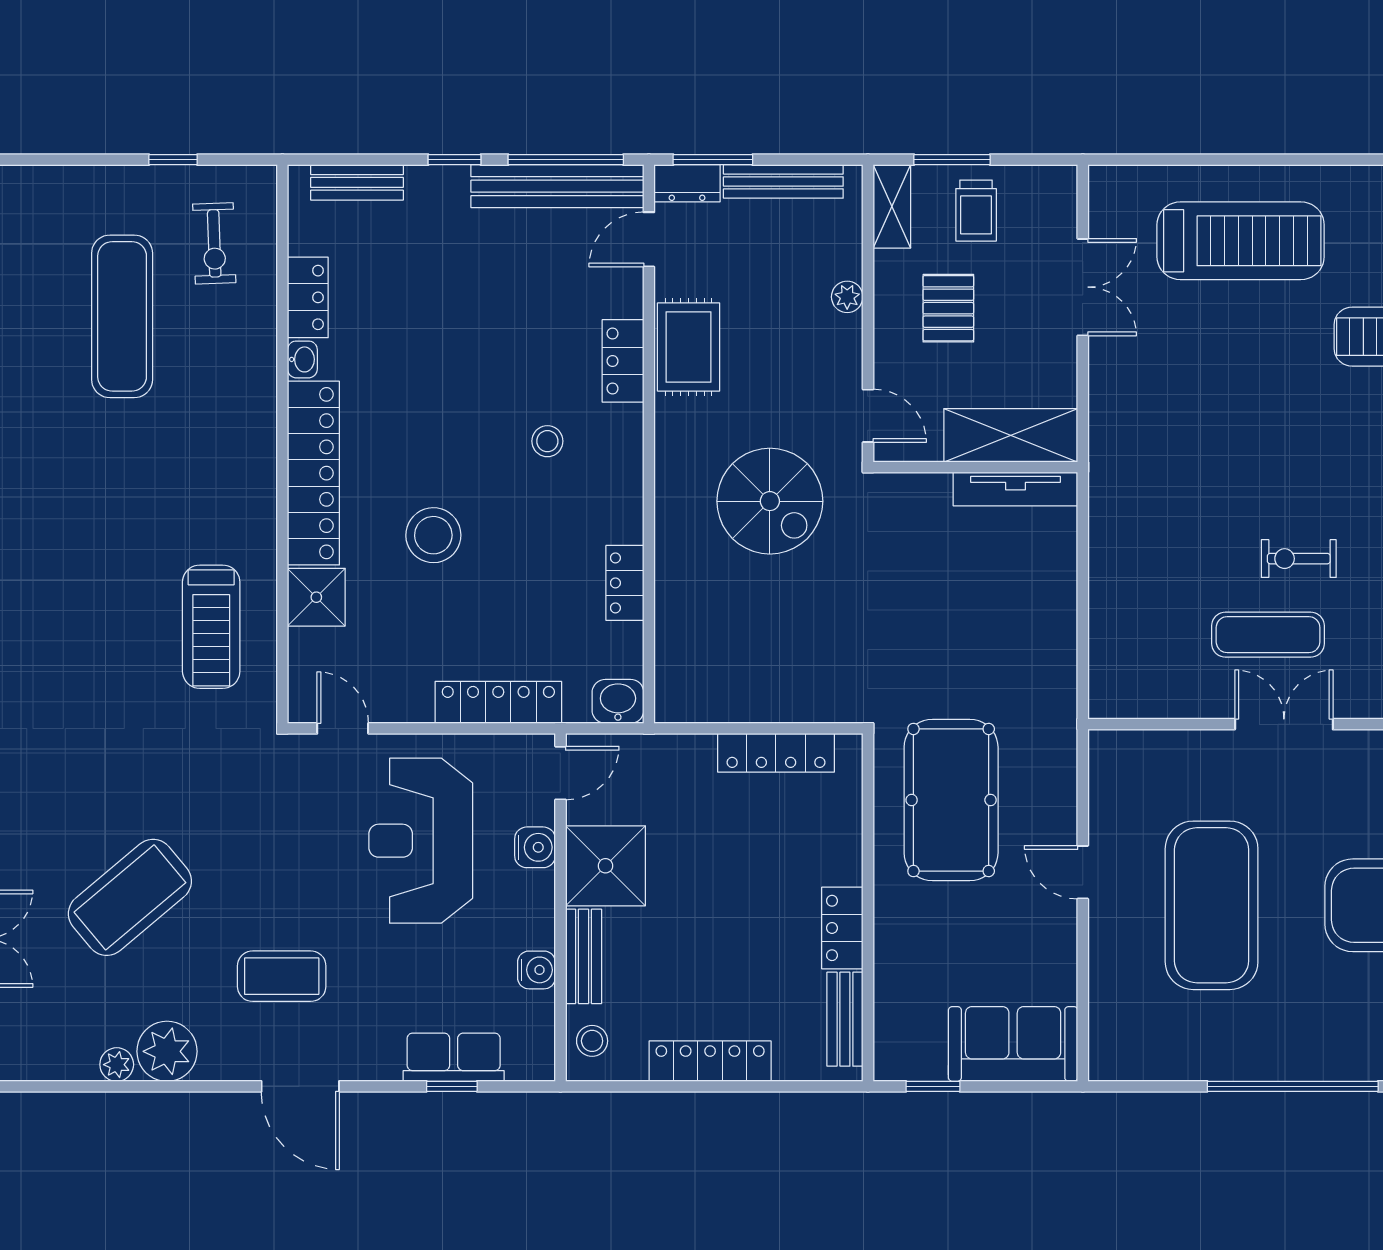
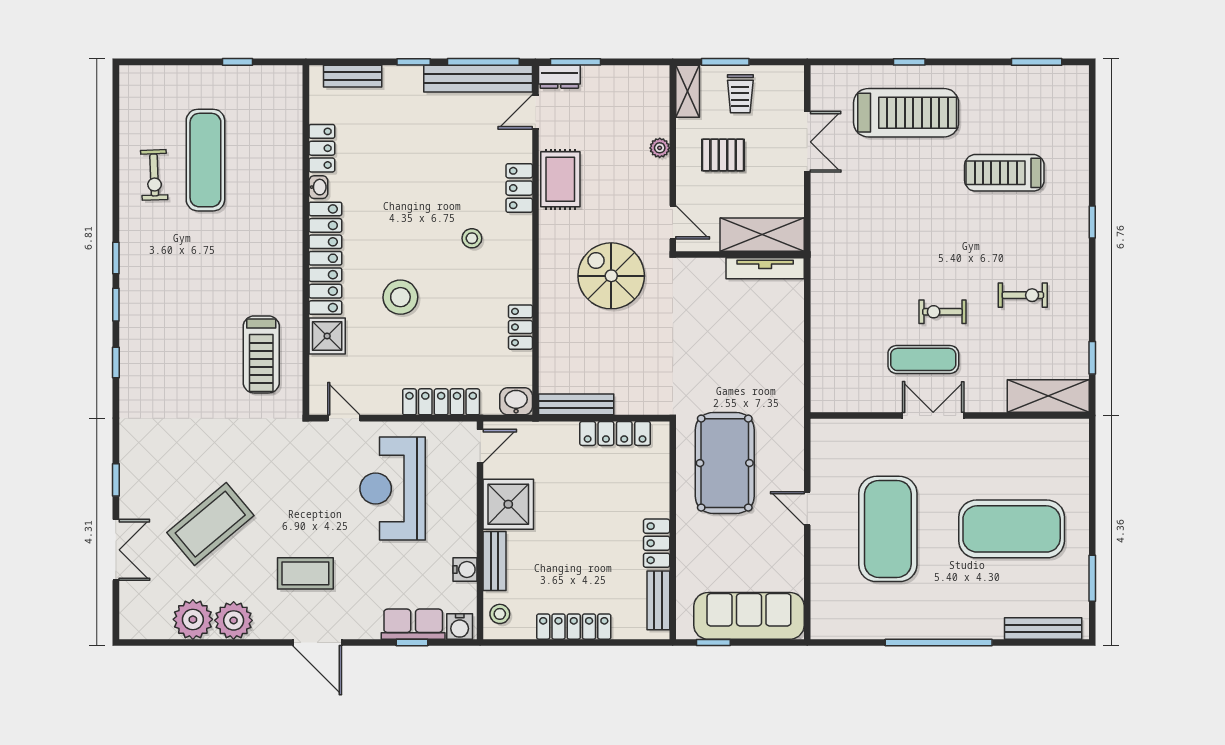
window: (1246, 160) -> (909, 62), added
bench: (783, 181) -> (576, 404), moved
exercise bike: (214, 243) -> (154, 175), moved
pallet: (948, 308) -> (723, 155), turned 90
spiral stairs: (770, 501) -> (611, 276), turned 180
water cooler: (535, 847) -> (460, 626), moved, turned 90
sofa: (1013, 1044) -> (749, 616), width x1.36
plant: (117, 1065) -> (193, 619), width x1.88, depth x1.88

